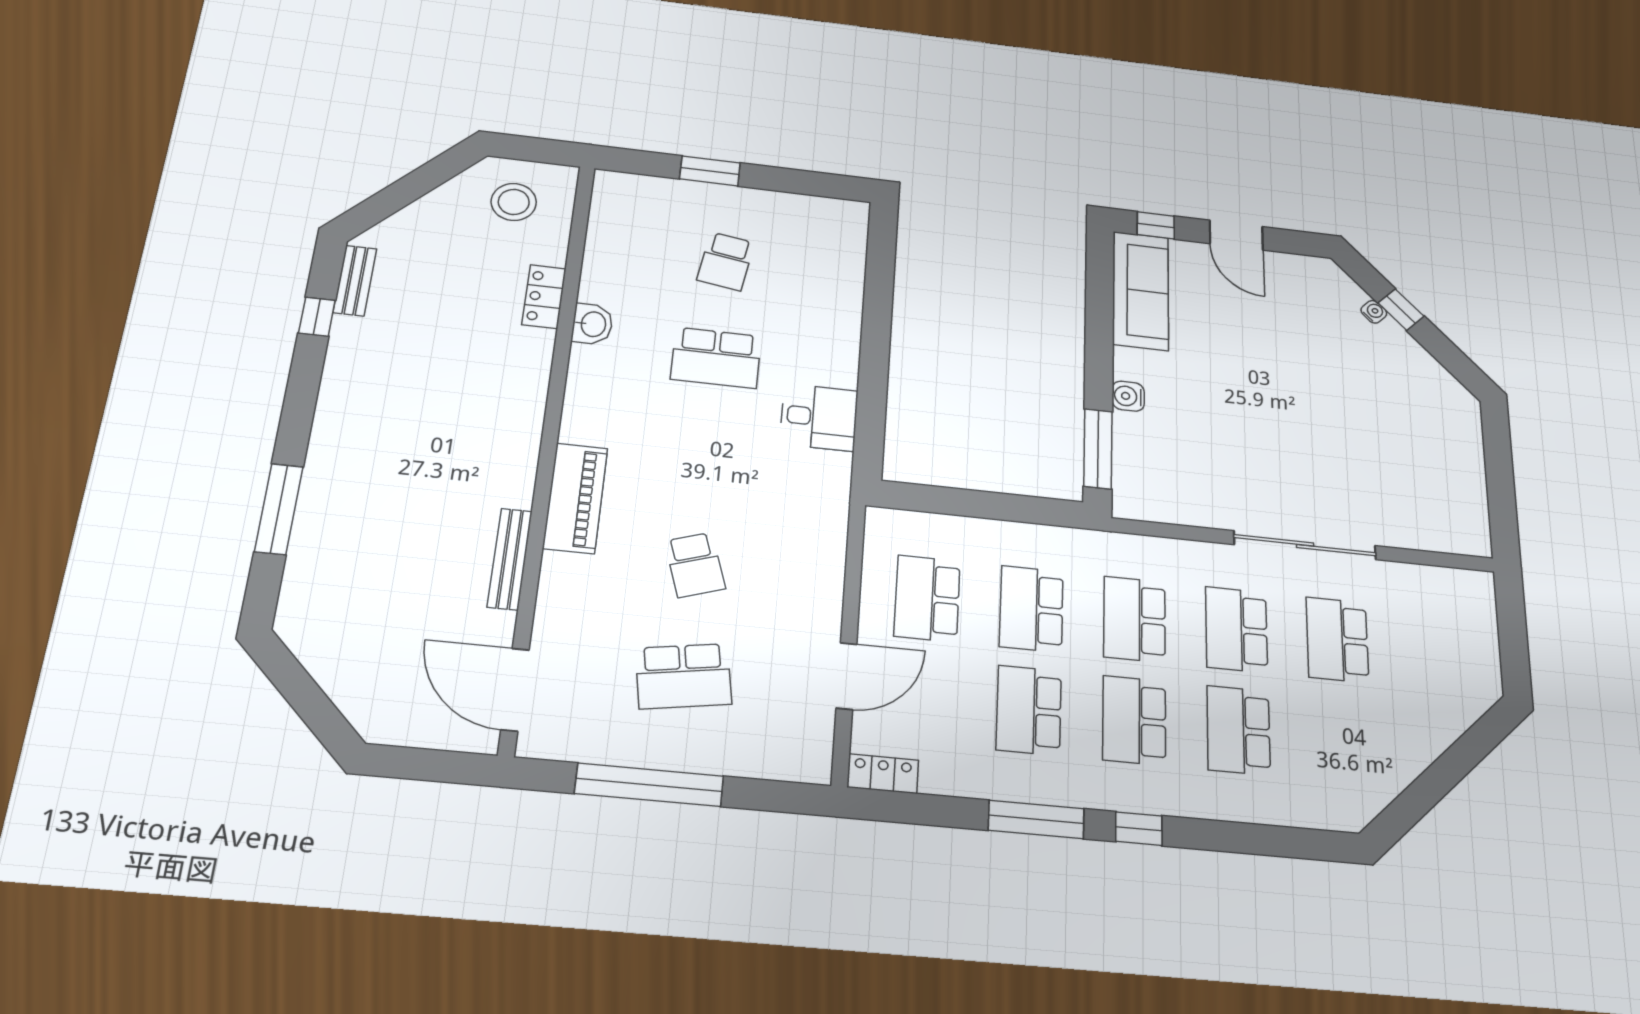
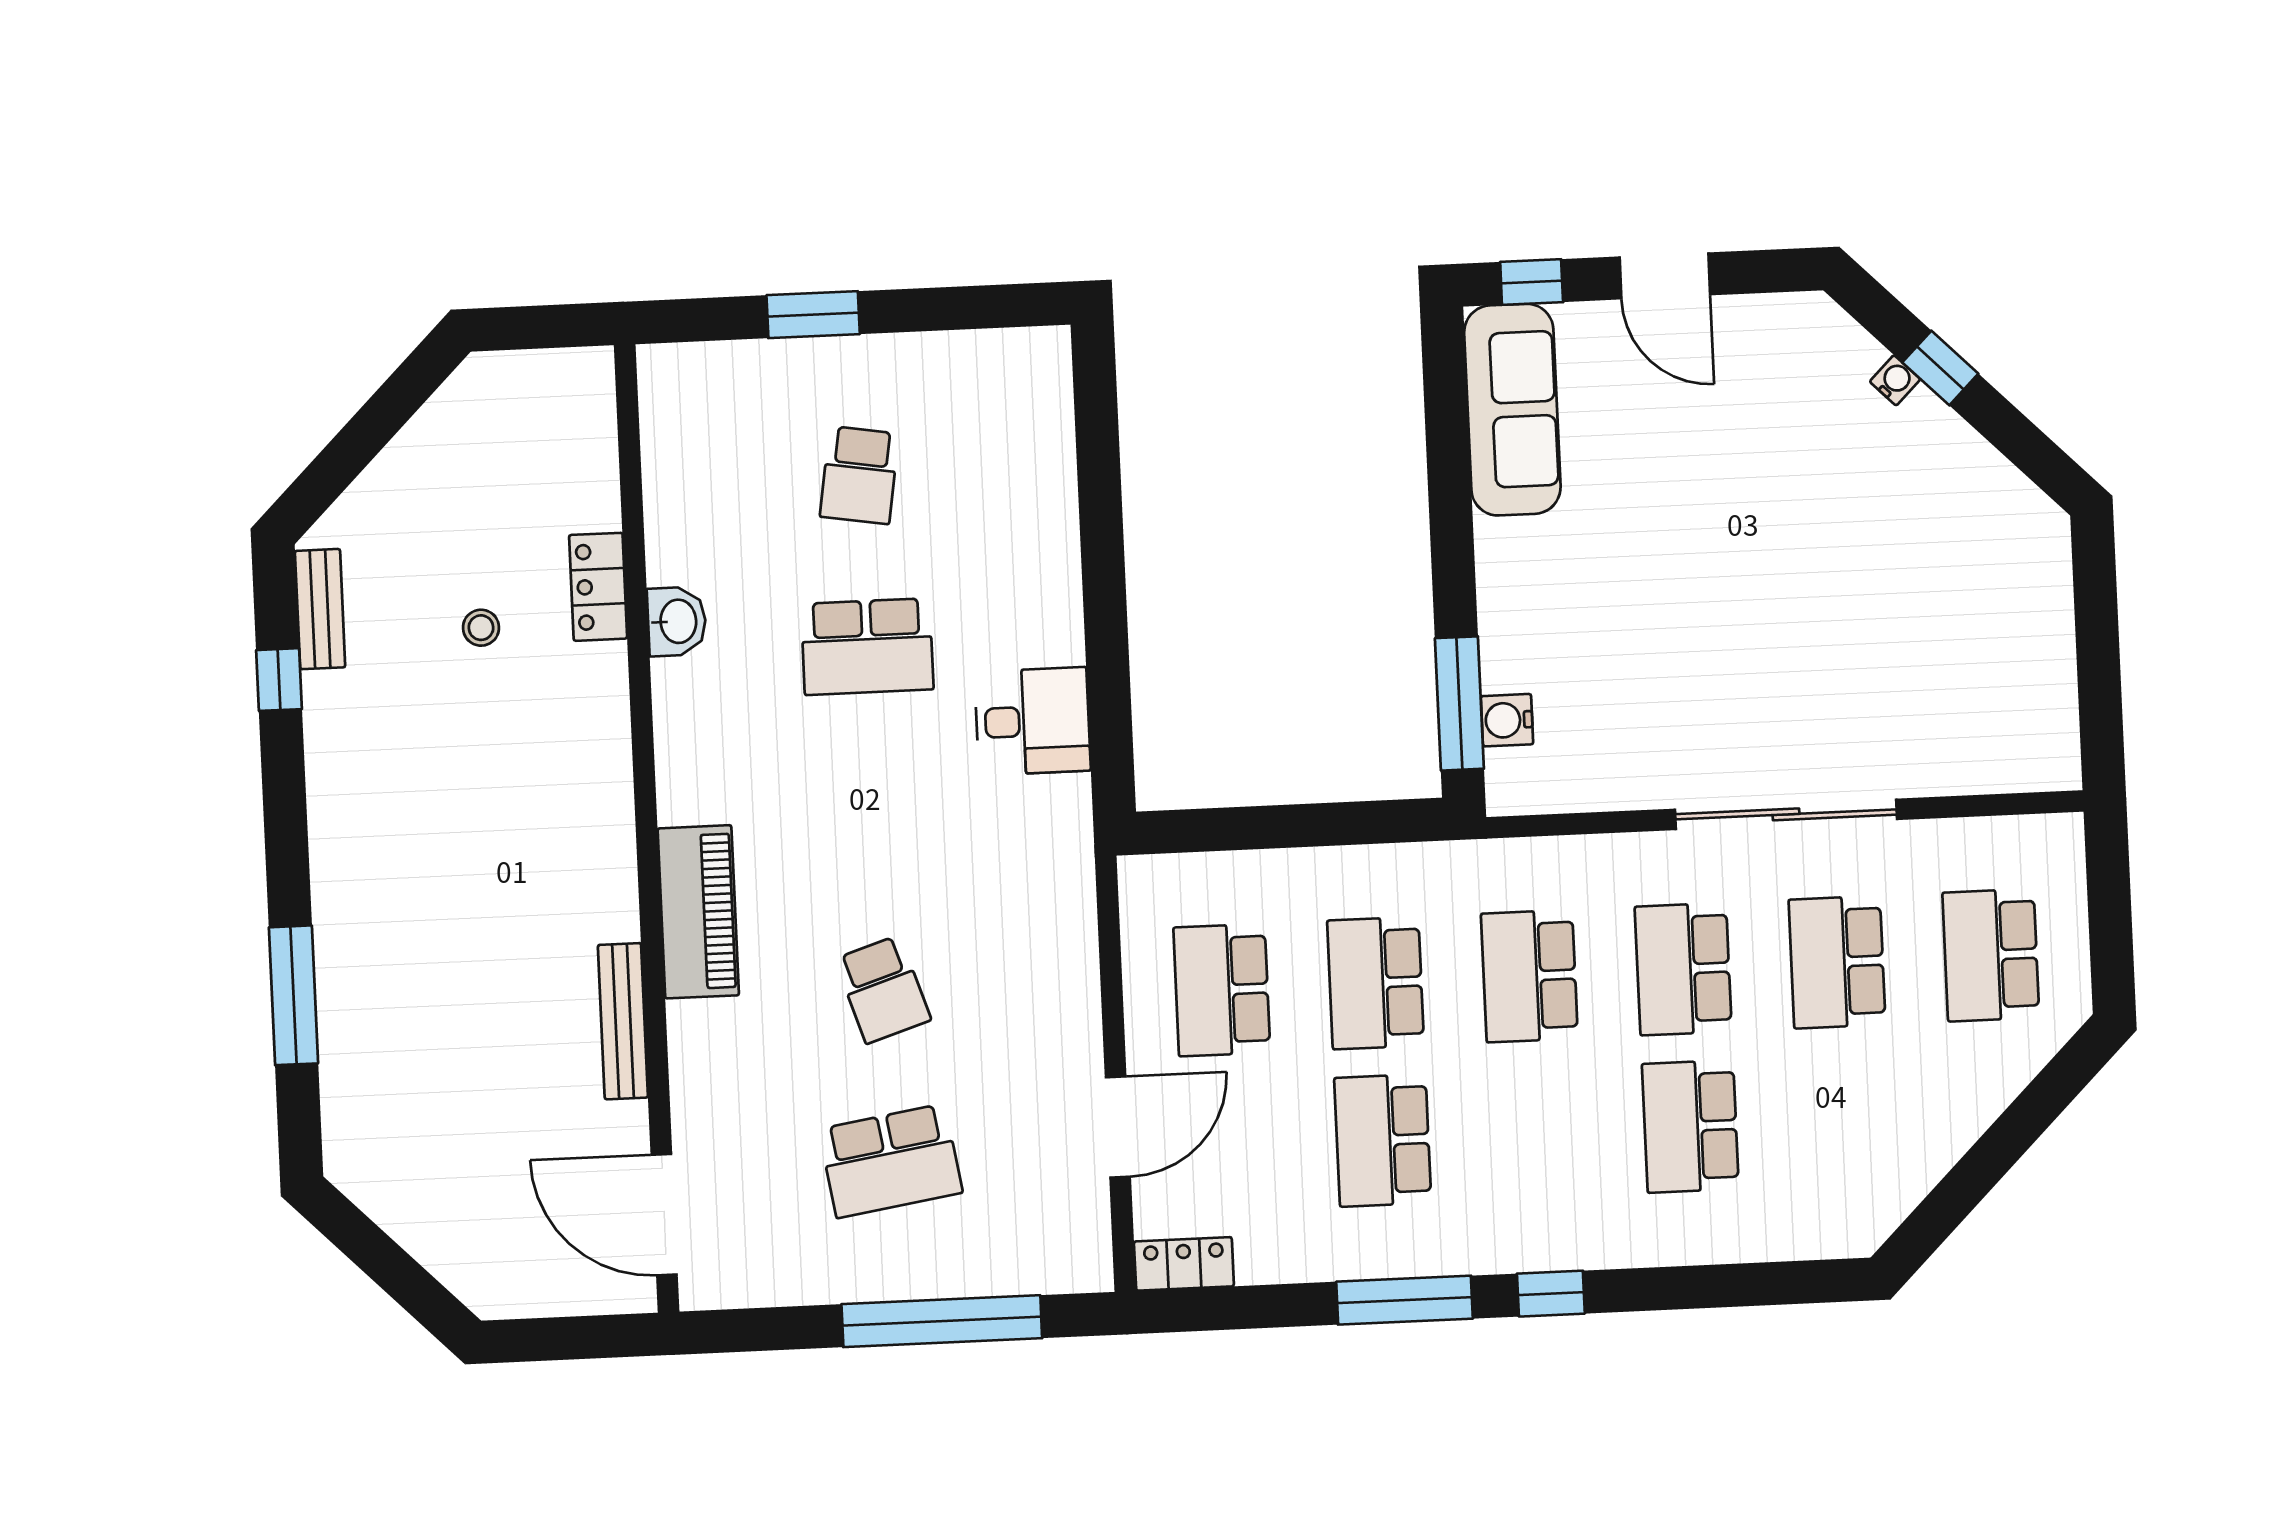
stool: (514, 202) -> (481, 628), moved, width x0.53, depth x0.53
water cooler: (1128, 396) -> (1507, 720), moved
school desk: (1134, 720) -> (1991, 955), moved
window: (649, 785) -> (942, 1321), moved

